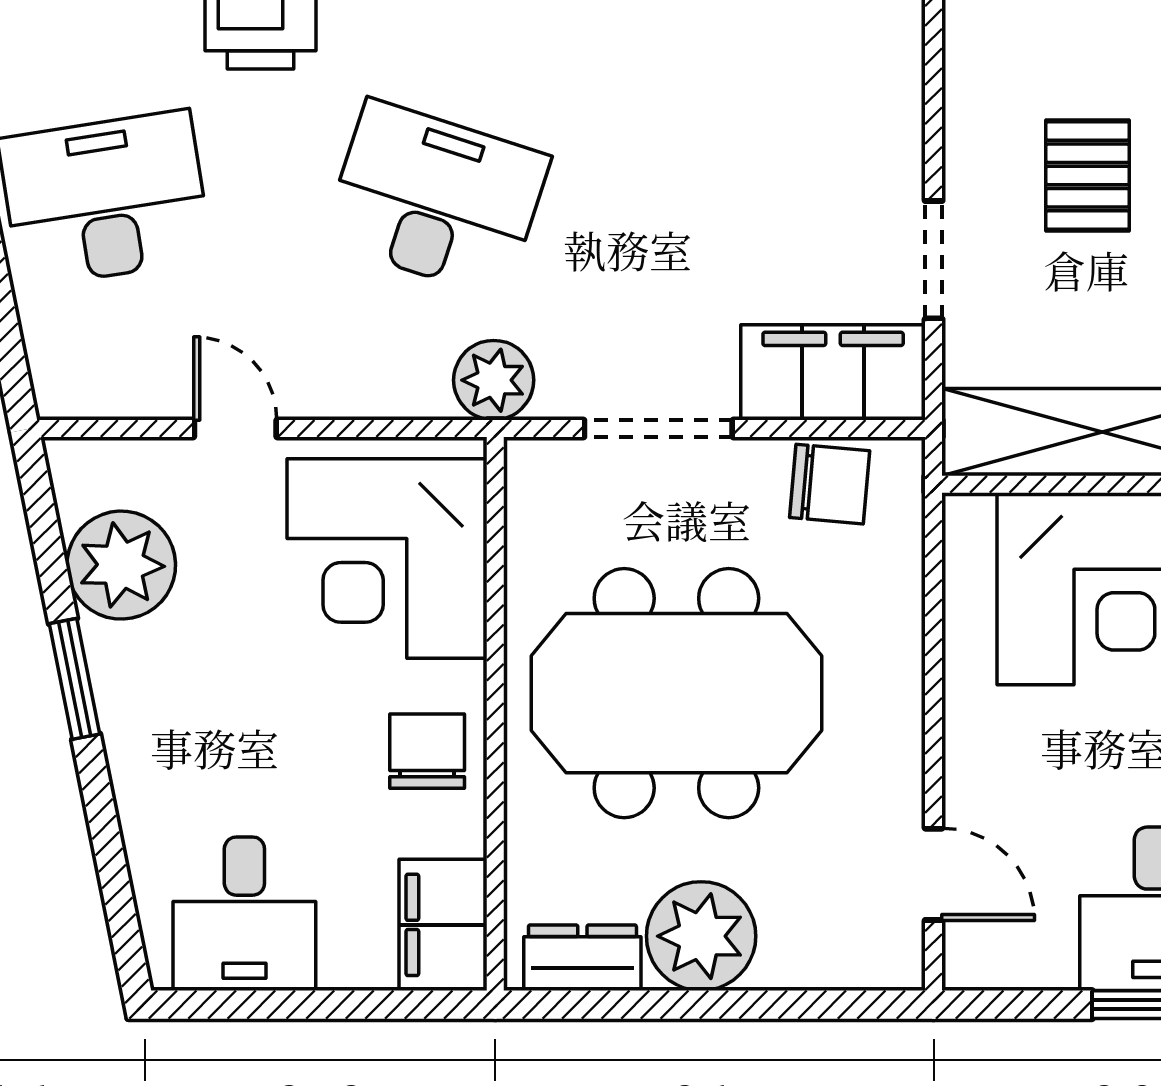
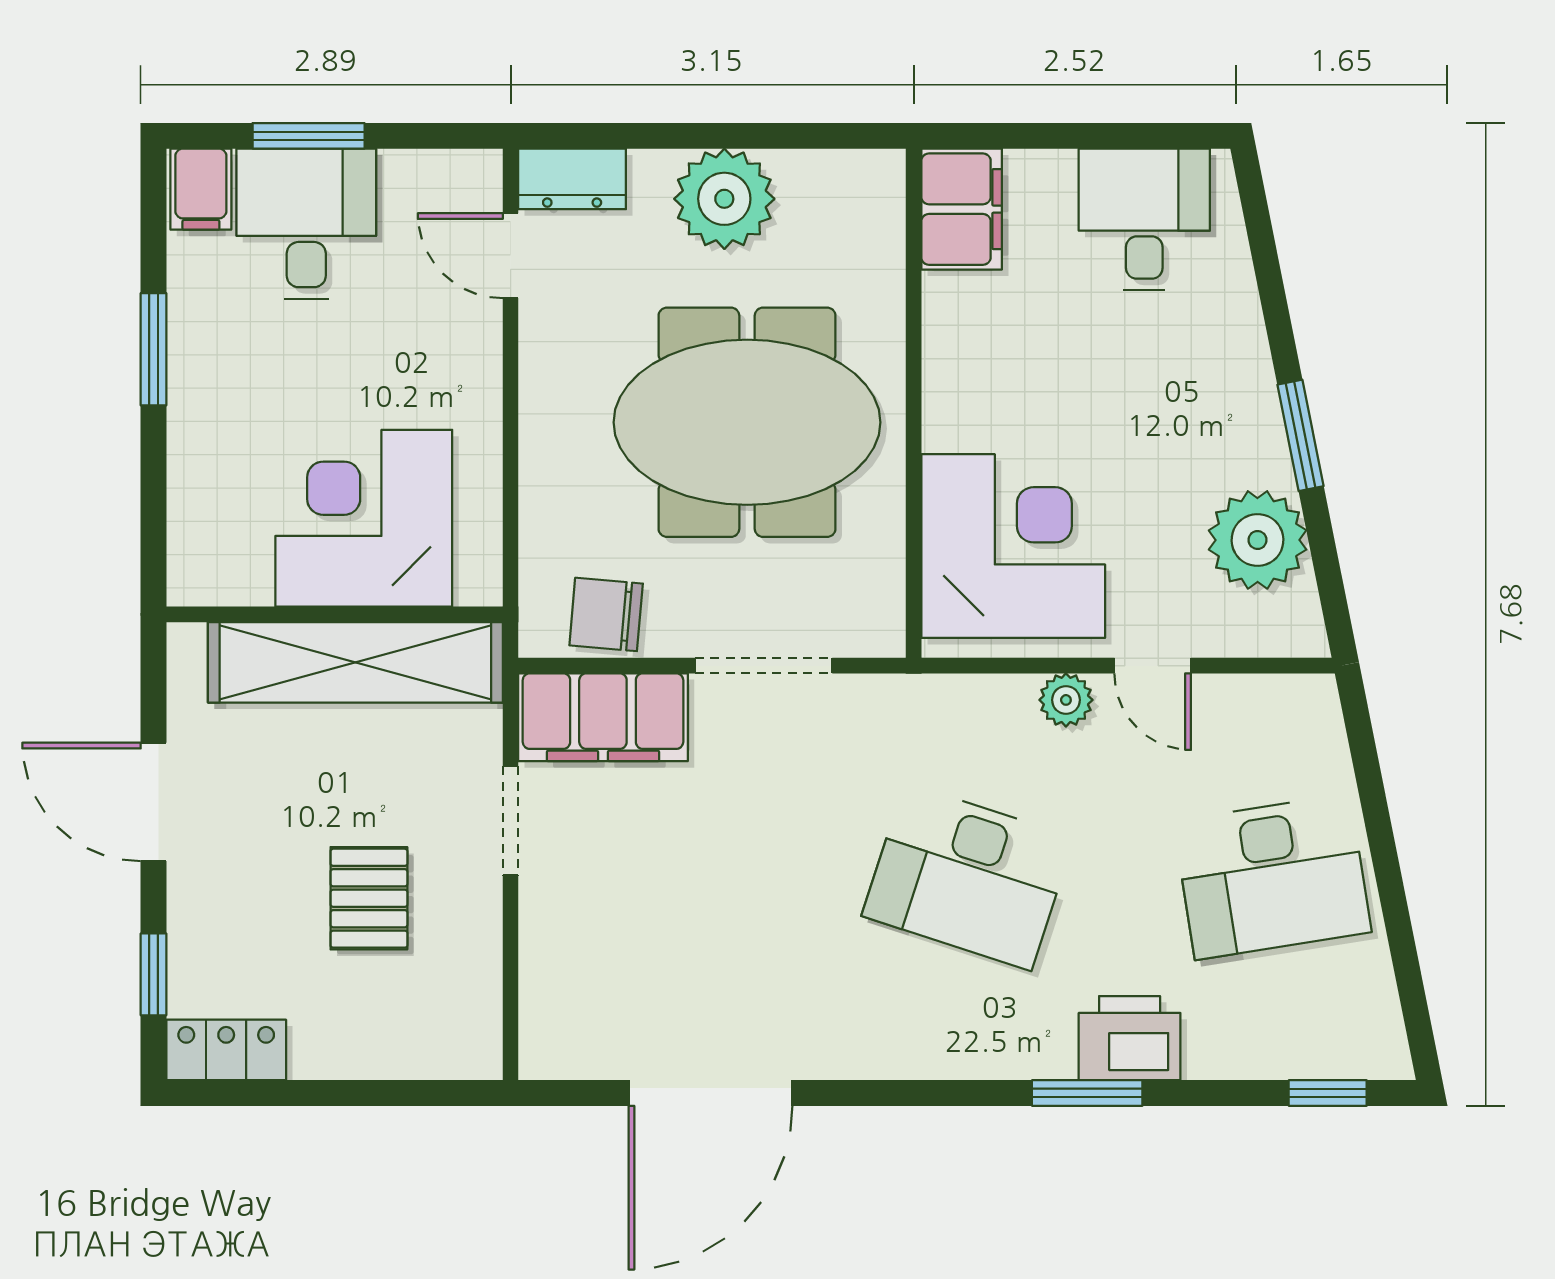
plant: (494, 380) -> (1066, 700), moved, width x0.73, depth x0.73
chair: (427, 751) -> (976, 369), removed
dresser: (582, 958) -> (572, 179), moved

